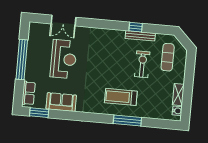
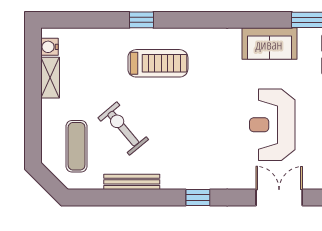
window: (136, 27) -> (198, 198), moved
exercise bike: (142, 64) -> (123, 129), turned 140
window: (127, 121) -> (141, 20), width x0.46

